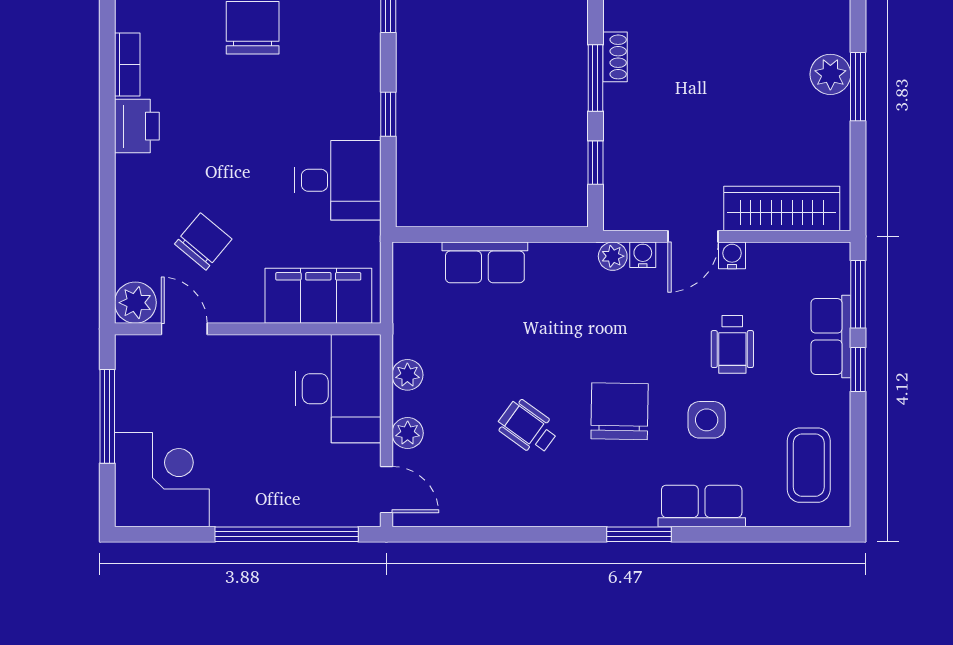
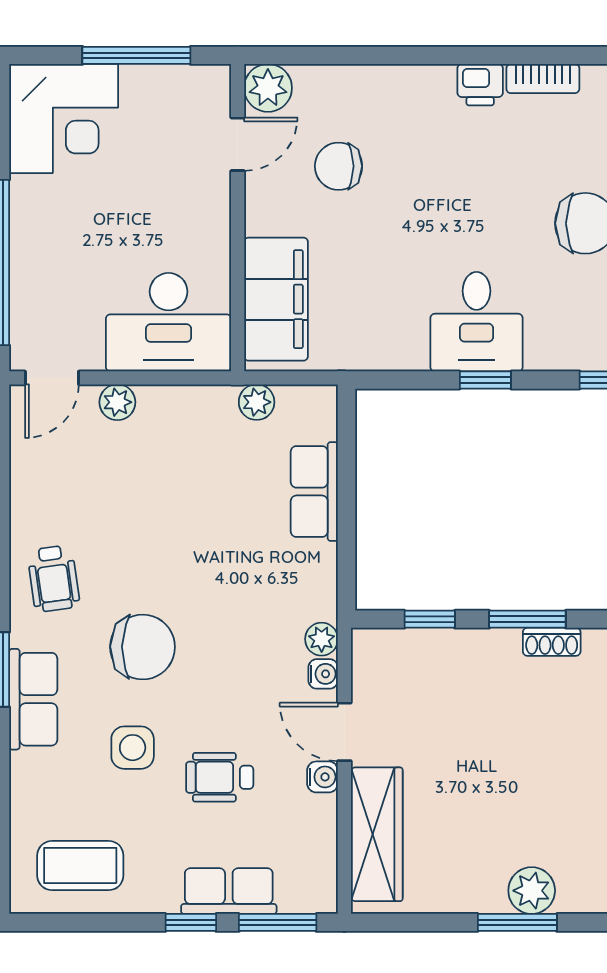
printer: (137, 126) -> (480, 85), width x0.73, depth x0.81
desk: (338, 180) -> (477, 322), moved
chair: (203, 241) -> (339, 166), turned 140
plant: (407, 375) -> (257, 402), moved
wheelchair: (528, 427) -> (53, 578), moved, turned 136
row of seats: (702, 506) -> (33, 699), moved

